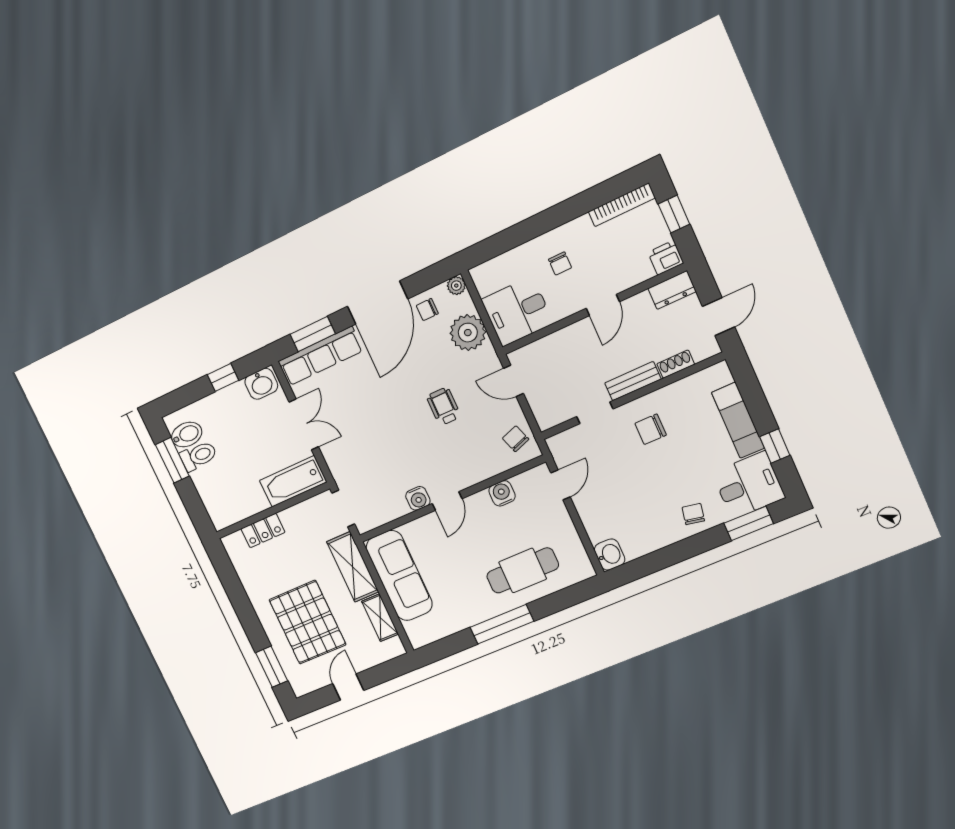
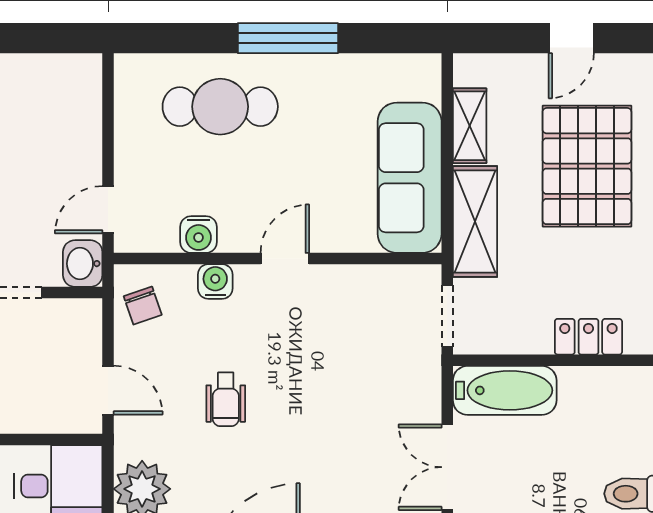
water cooler: (418, 498) -> (215, 282), moved
washbasin: (610, 555) -> (83, 264), moved

